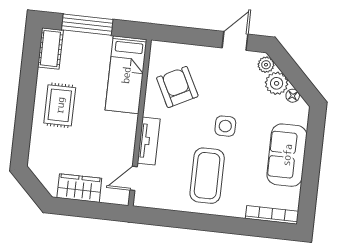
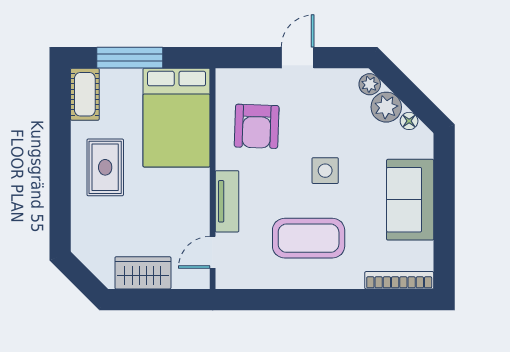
door: (235, 41) -> (298, 58), moved
bed: (126, 75) -> (177, 118), width x1.50
armchair: (177, 87) -> (257, 126), turned -151
coffee table: (207, 176) -> (309, 238), turned 90

